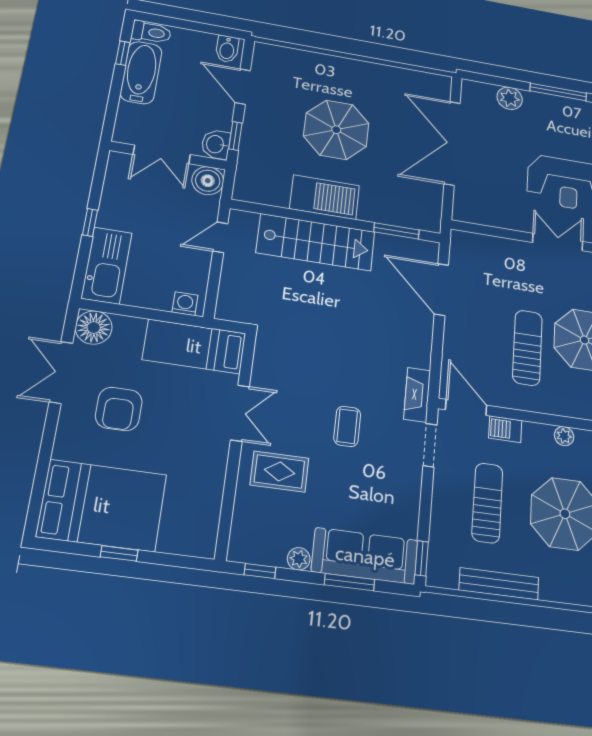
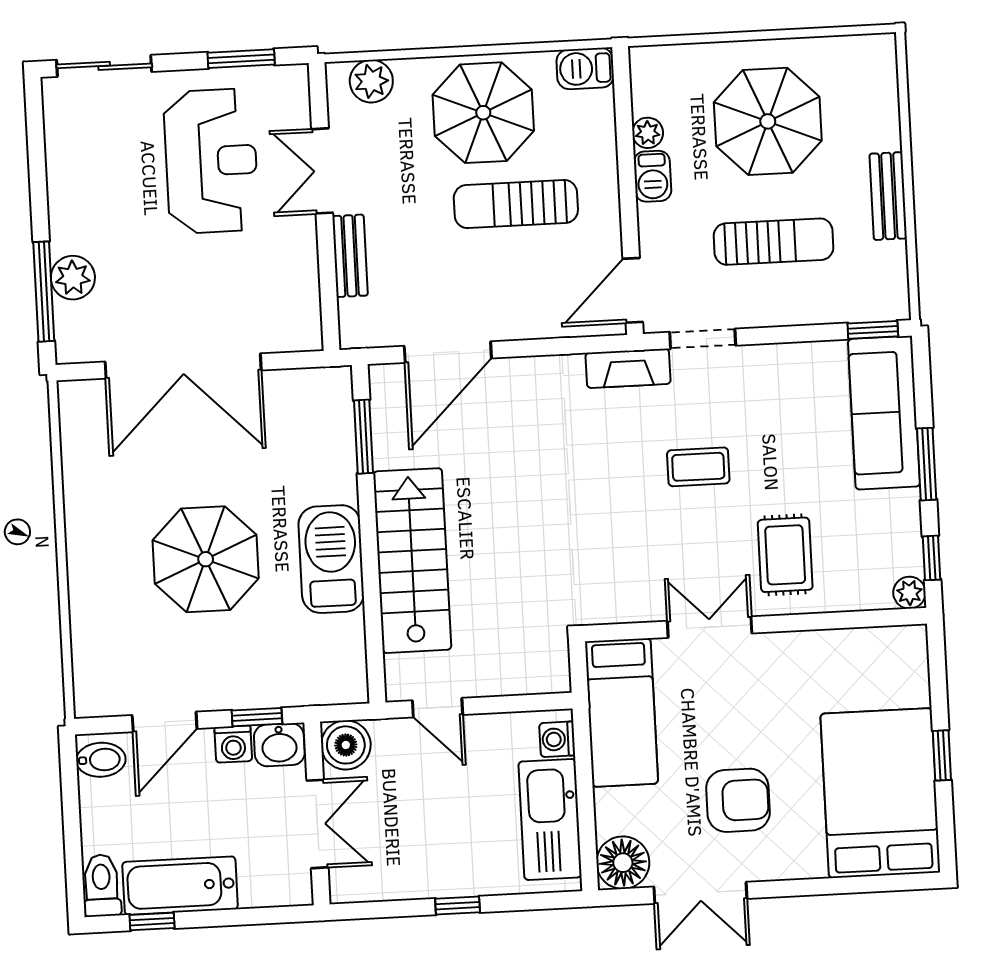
window: (558, 92) -> (44, 292), moved
washing machine: (222, 120) -> (233, 744), added
bench: (506, 247) -> (350, 256), added
kitchen sink: (107, 265) -> (550, 819), moved, turned -90
barbecue: (505, 429) -> (652, 176), moved
sun lounger: (487, 503) -> (774, 242), turned 180
plant: (299, 559) -> (909, 593), moved
window: (349, 582) -> (927, 464), moved
bench: (499, 584) -> (888, 196), width x0.73

